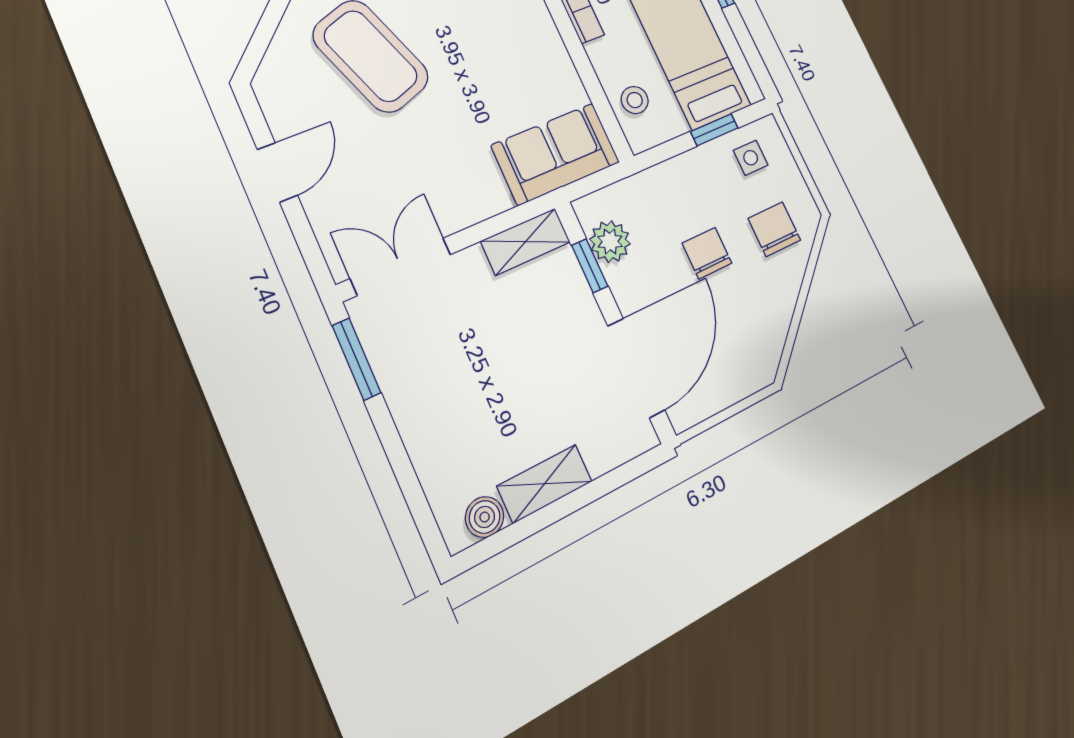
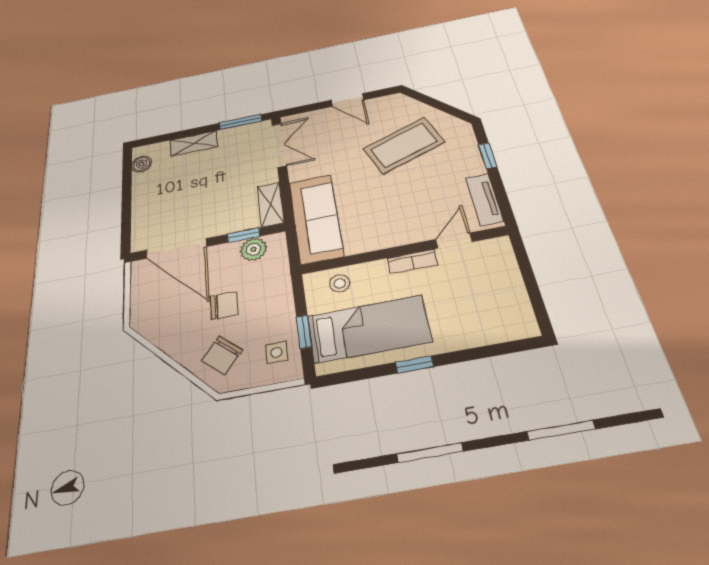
sofa: (556, 154) -> (316, 219), width x1.36
chair: (774, 229) -> (222, 355), turned 131
shelving: (545, 484) -> (194, 143), moved, turned 90

